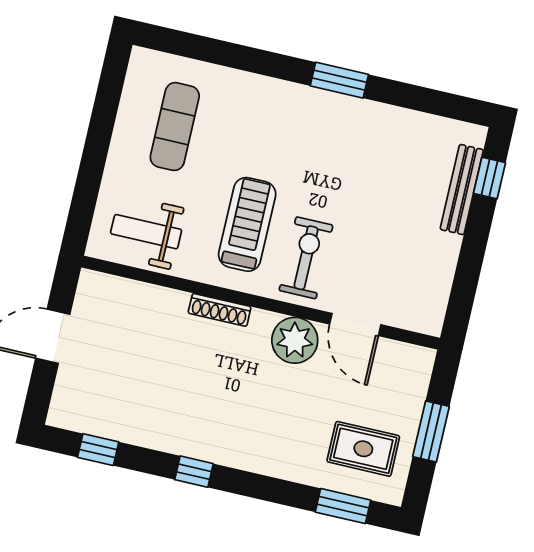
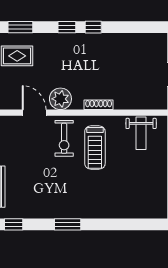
window: (450, 106) -> (14, 224), added
exercise mat: (175, 127) -> (139, 185), removed
weight bench: (146, 232) -> (141, 133), turned 90
window: (98, 450) -> (67, 27), moved

